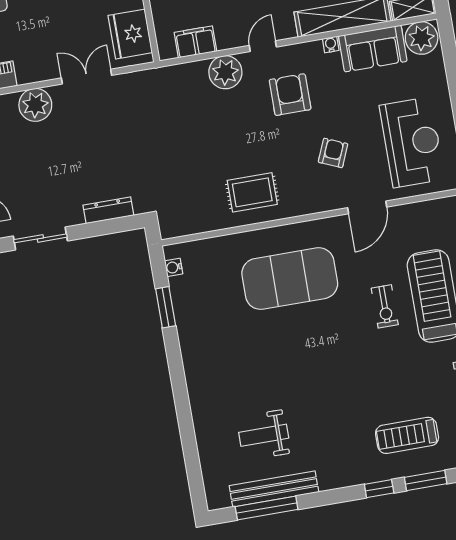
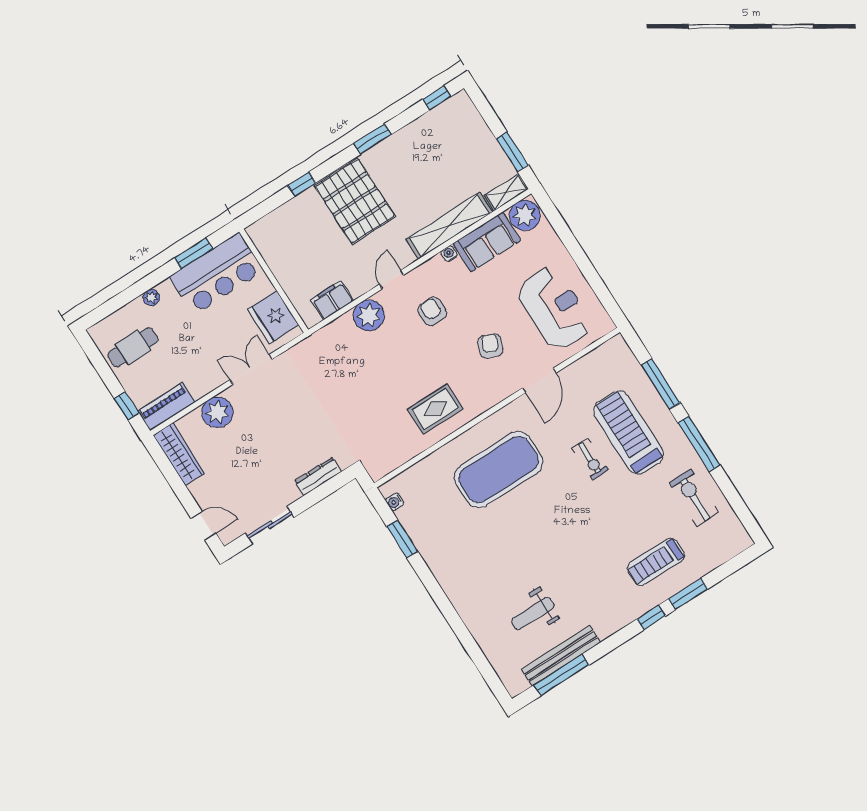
armchair: (290, 95) -> (432, 311), width x0.72, depth x0.72

